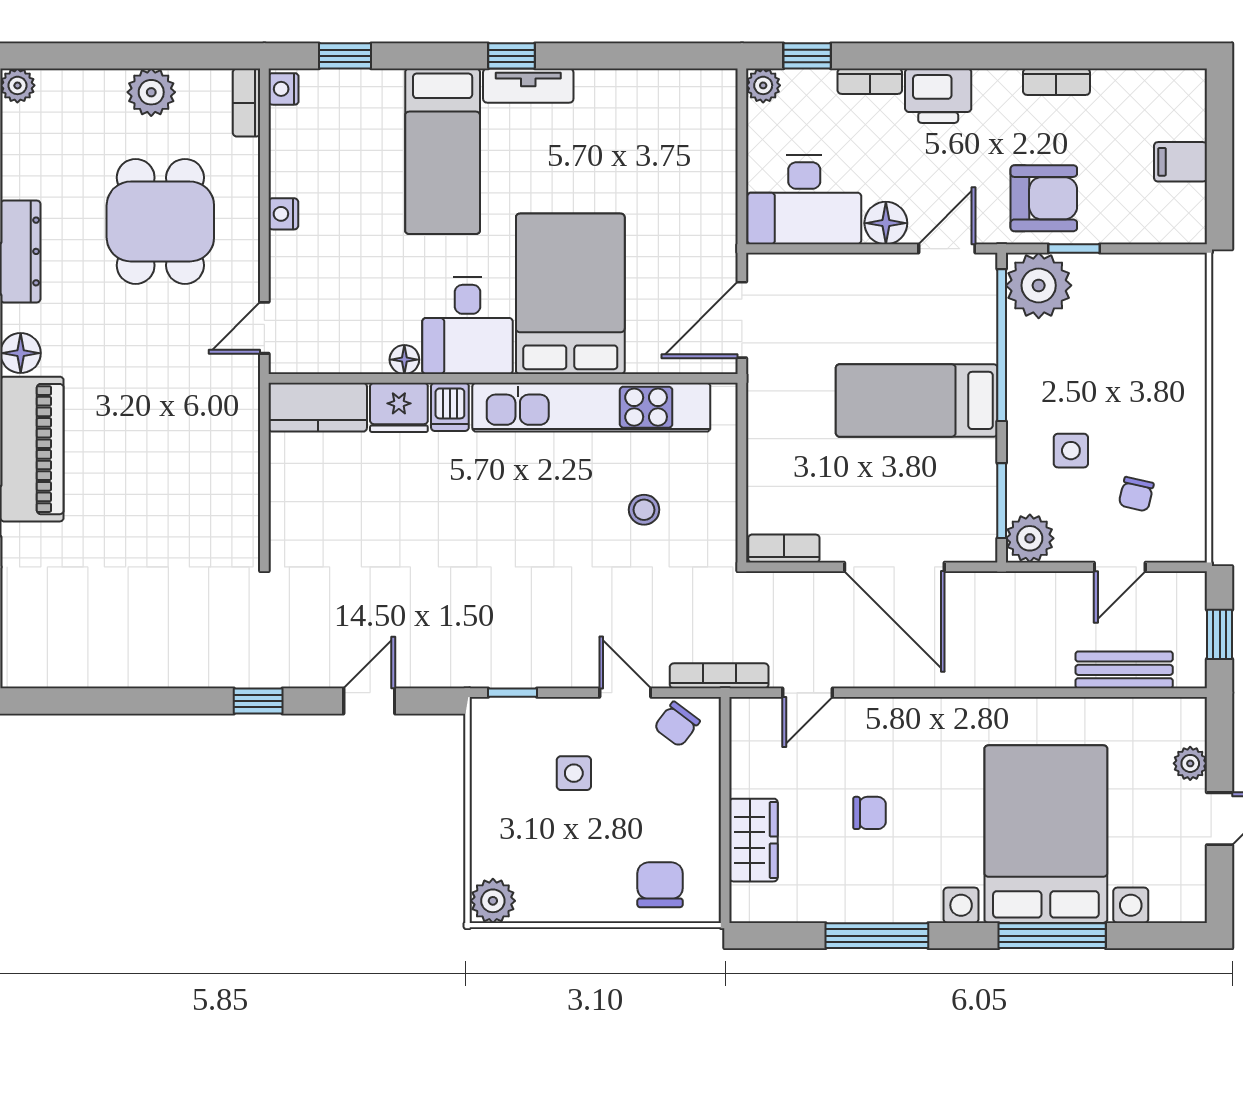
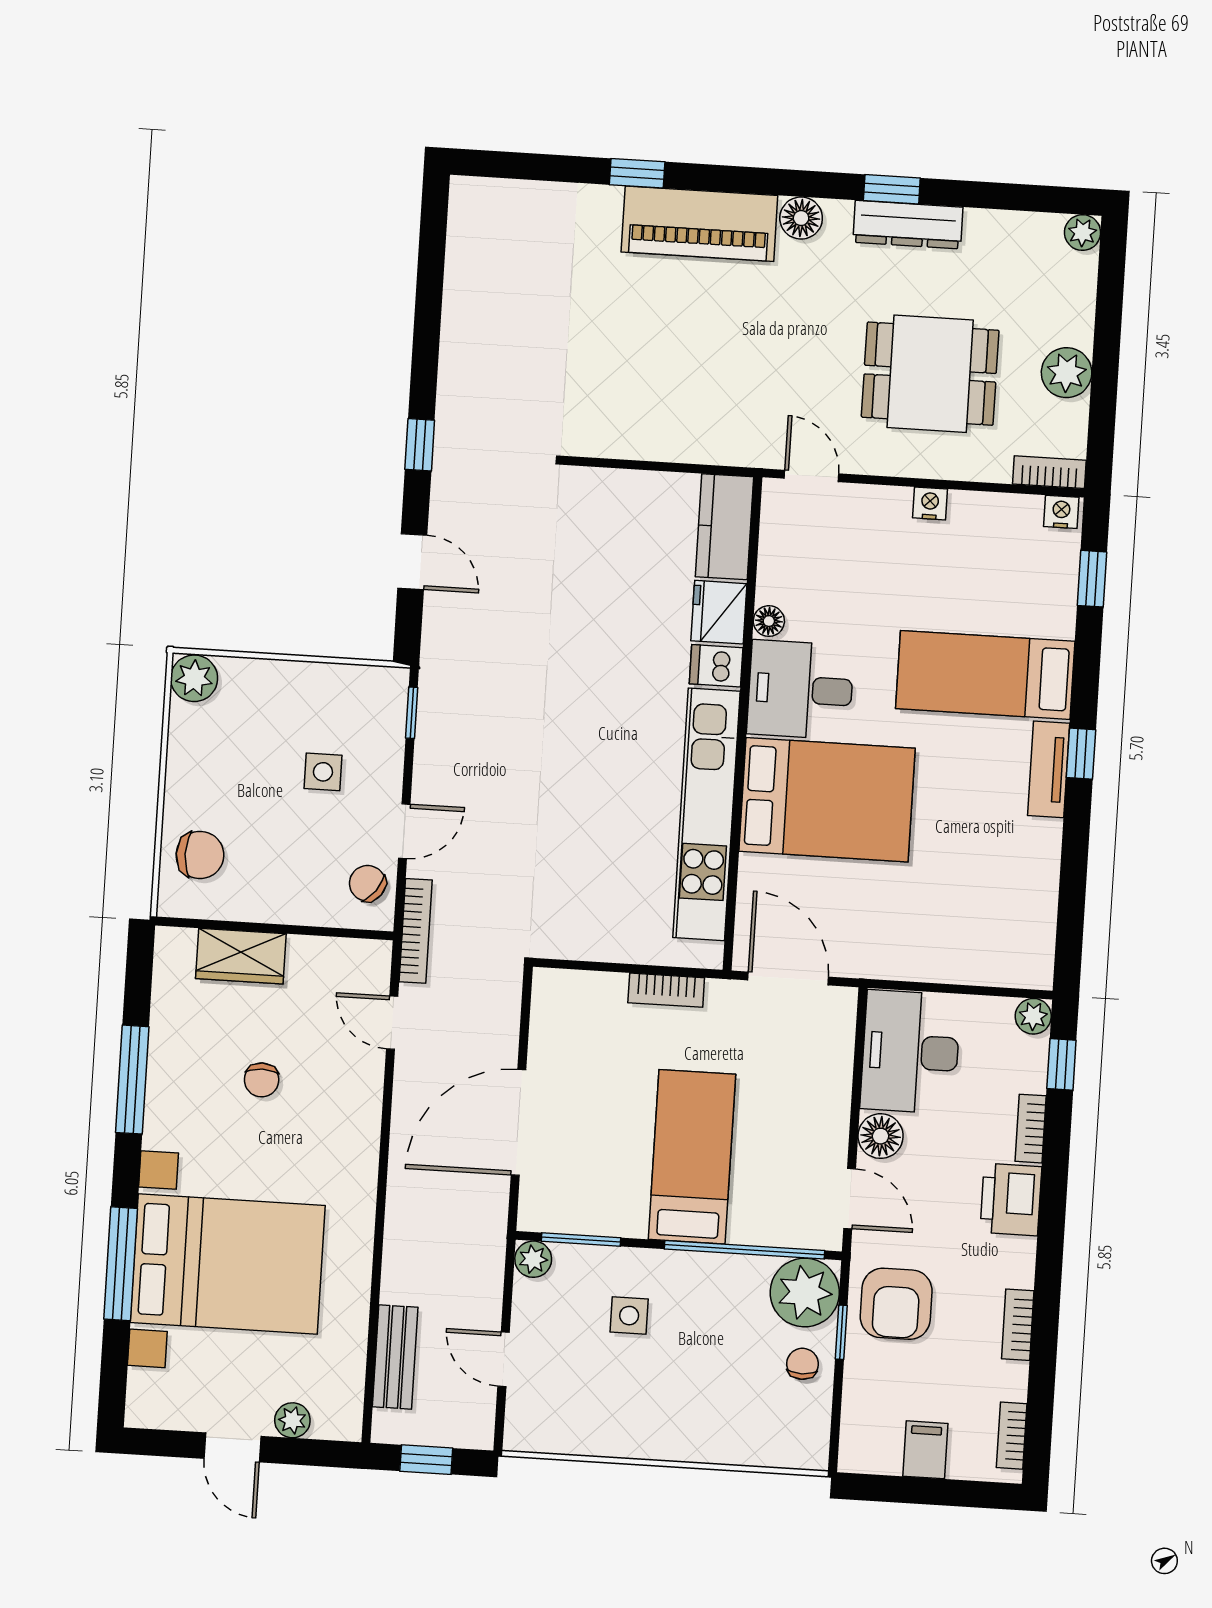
bookcase: (1162, 81) -> (1012, 1436), added
chair: (1136, 494) -> (802, 1364), moved, turned 77
stool: (644, 510) -> (595, 863), removed
plant: (1030, 538) -> (533, 1259), width x0.73, depth x0.73
bookcase: (784, 549) -> (666, 990), moved, turned 90

